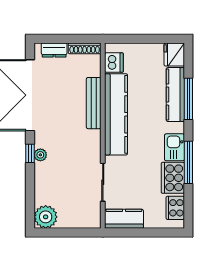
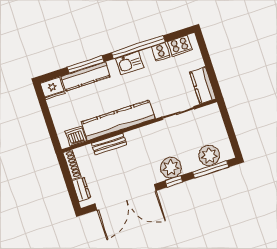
bench: (94, 103) -> (109, 144), width x0.73
plant: (40, 155) -> (171, 168), width x1.87, depth x1.87
window: (188, 162) -> (138, 47), width x1.46
cooker: (173, 178) -> (161, 52), width x0.53, depth x0.76
window: (30, 197) -> (211, 169), added
plant: (46, 217) -> (209, 155), moved

